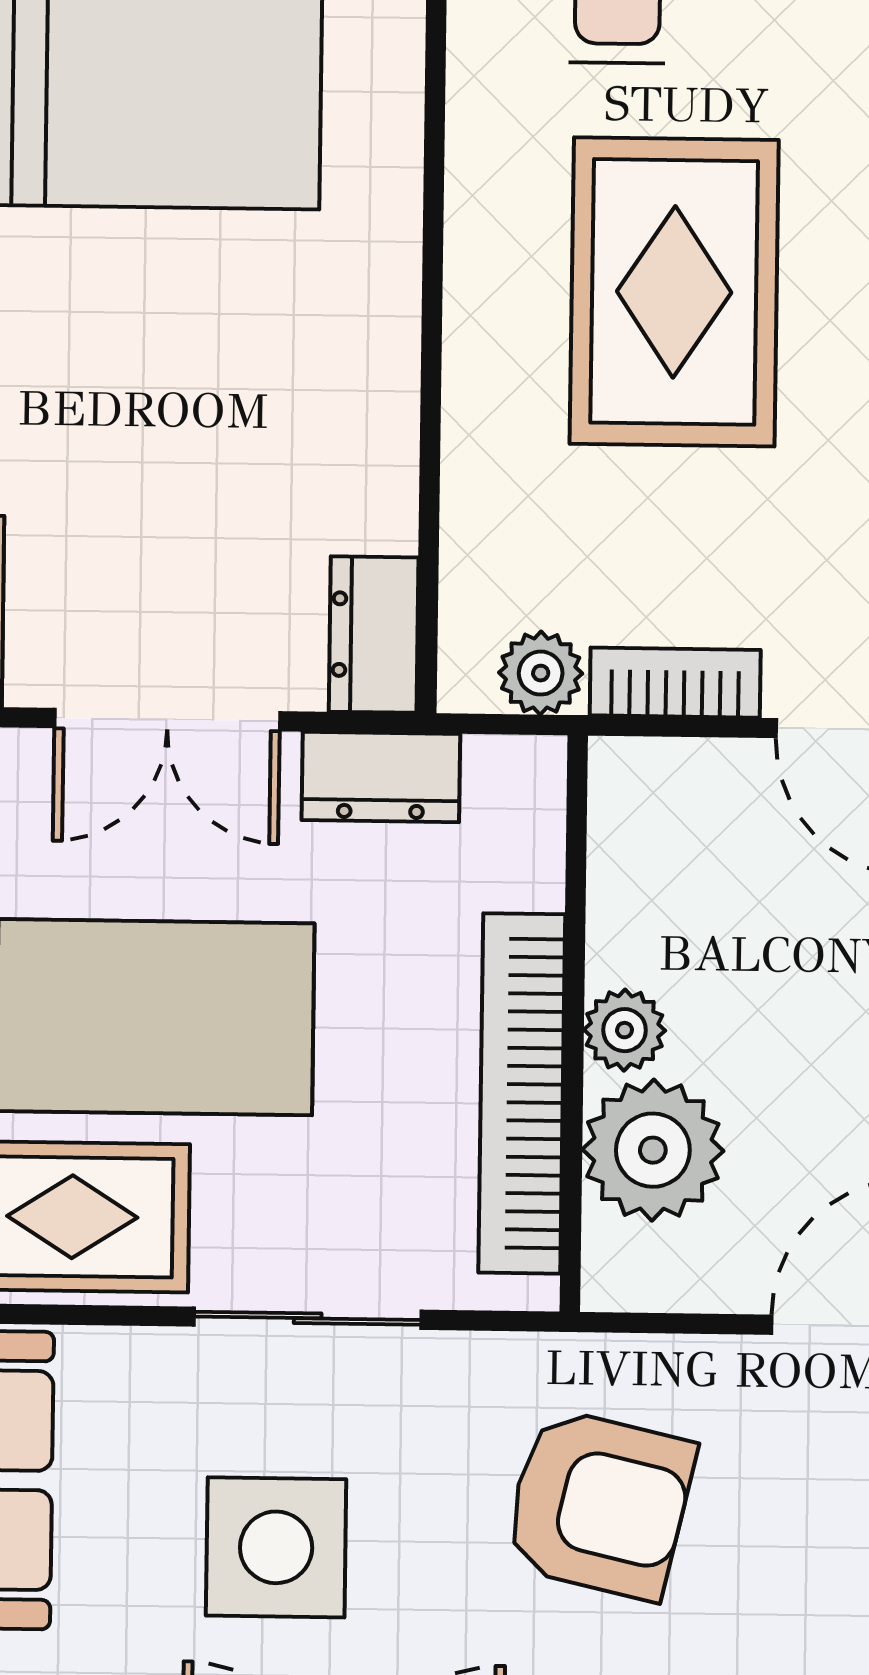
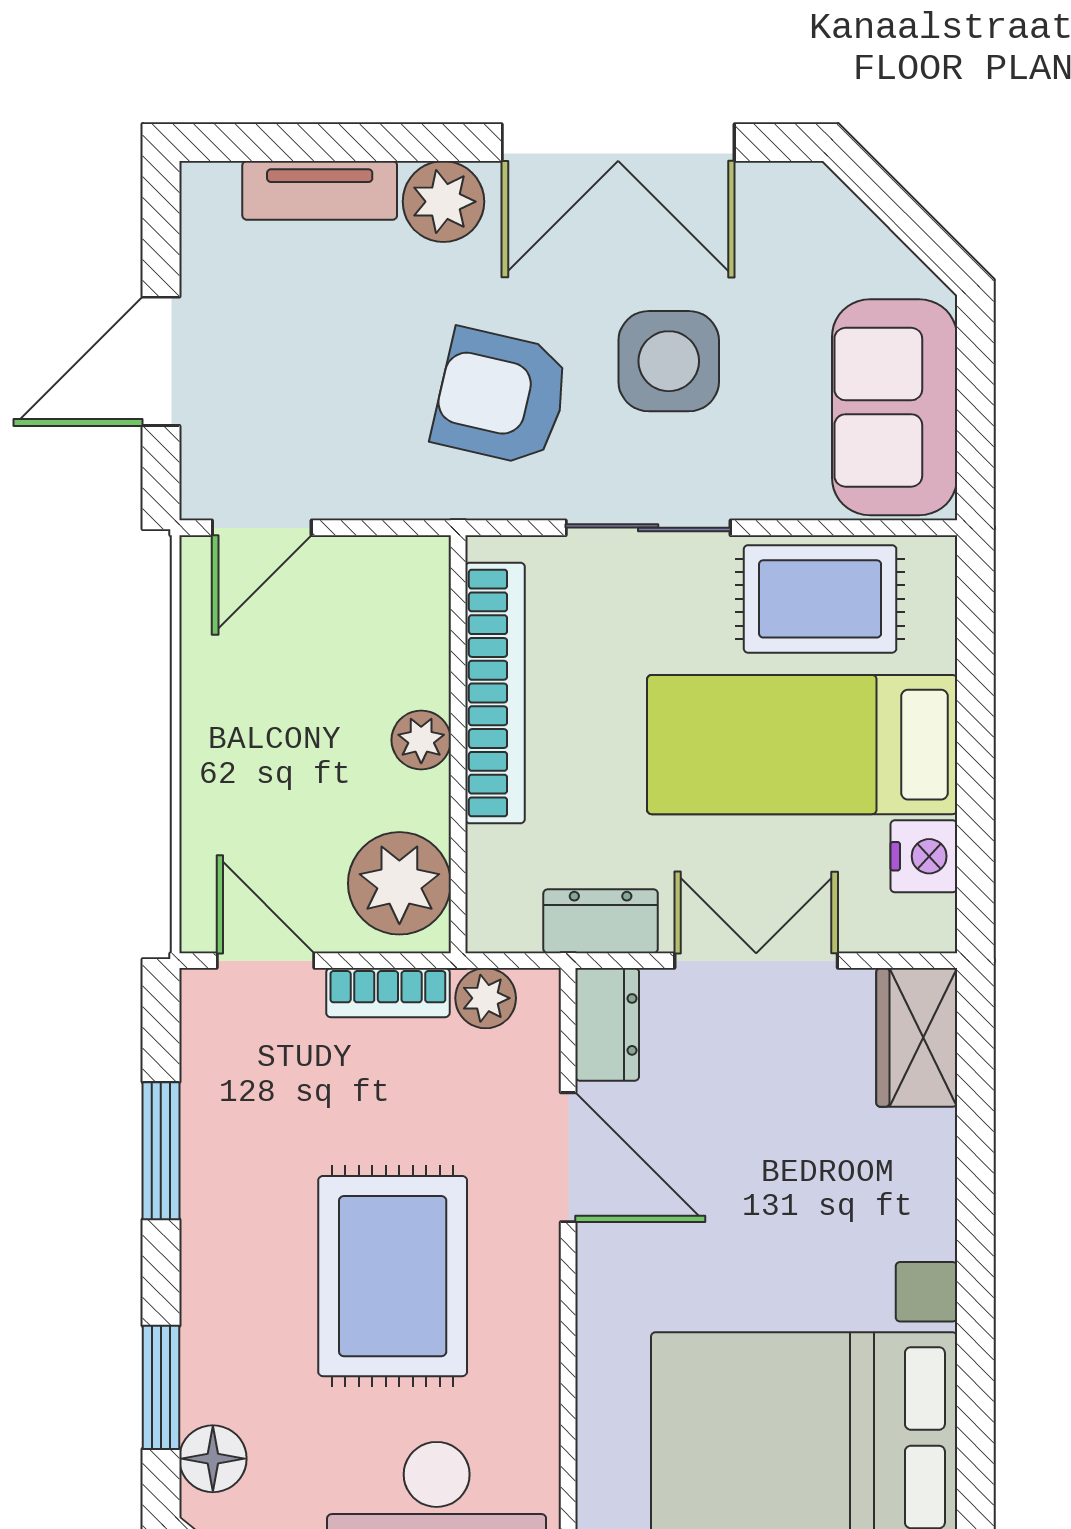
door: (430, 452) -> (568, 1157), added
plant: (653, 1150) -> (399, 883), moved
armchair: (599, 1504) -> (501, 397), moved

